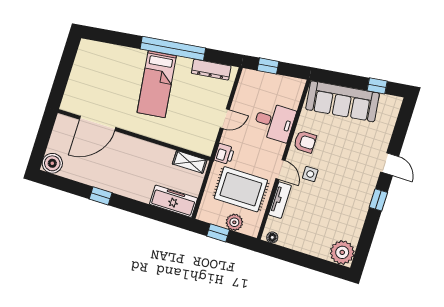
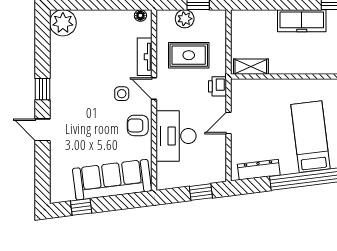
desk: (274, 122) -> (176, 136), width x1.37
rug: (241, 189) -> (189, 55), width x0.73, depth x0.70
freezer: (174, 201) -> (302, 21), moved

